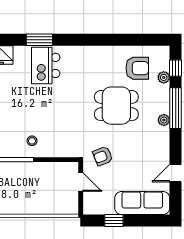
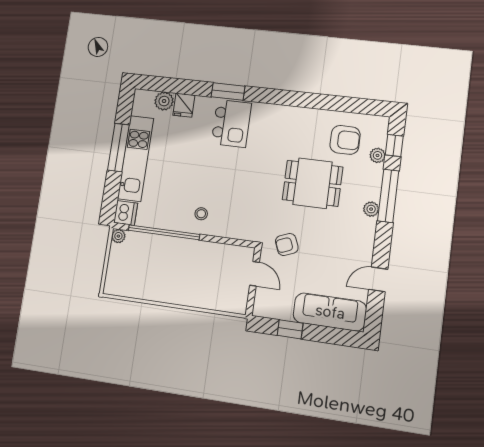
kitchen island: (46, 65) -> (231, 123), turned 180

